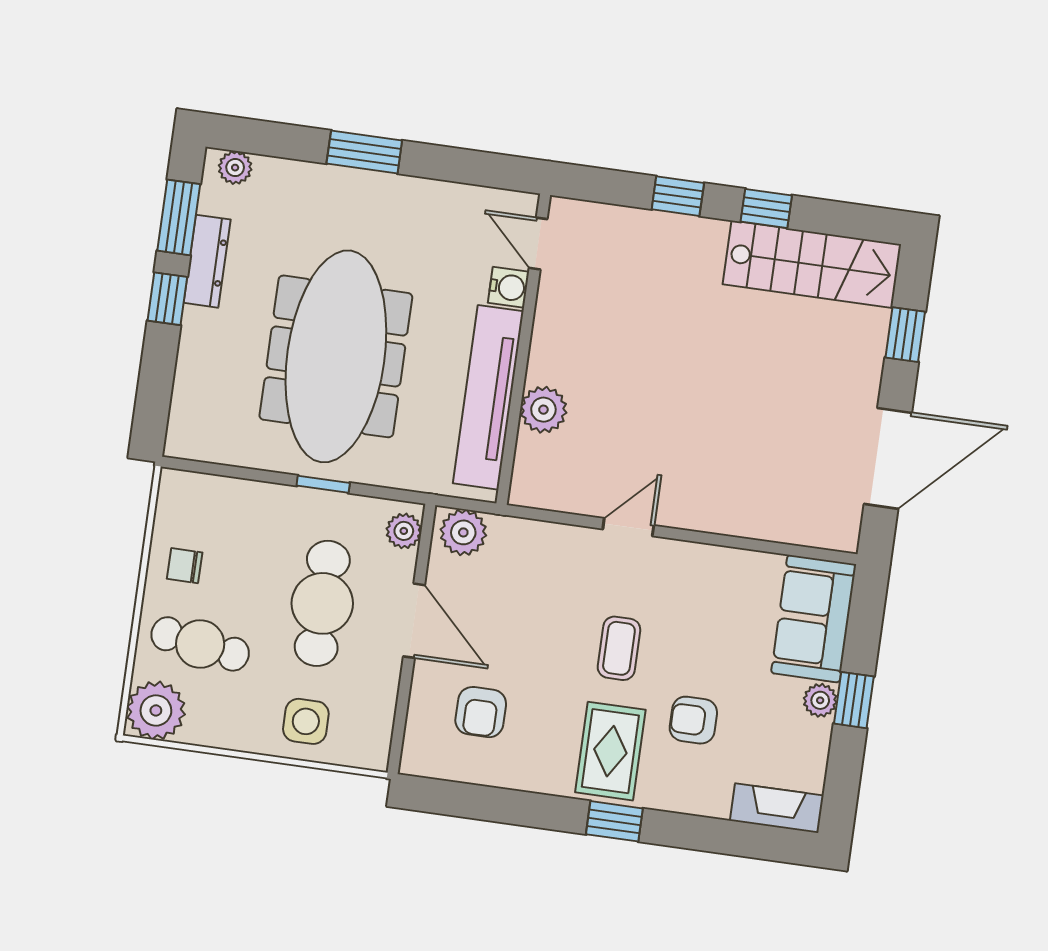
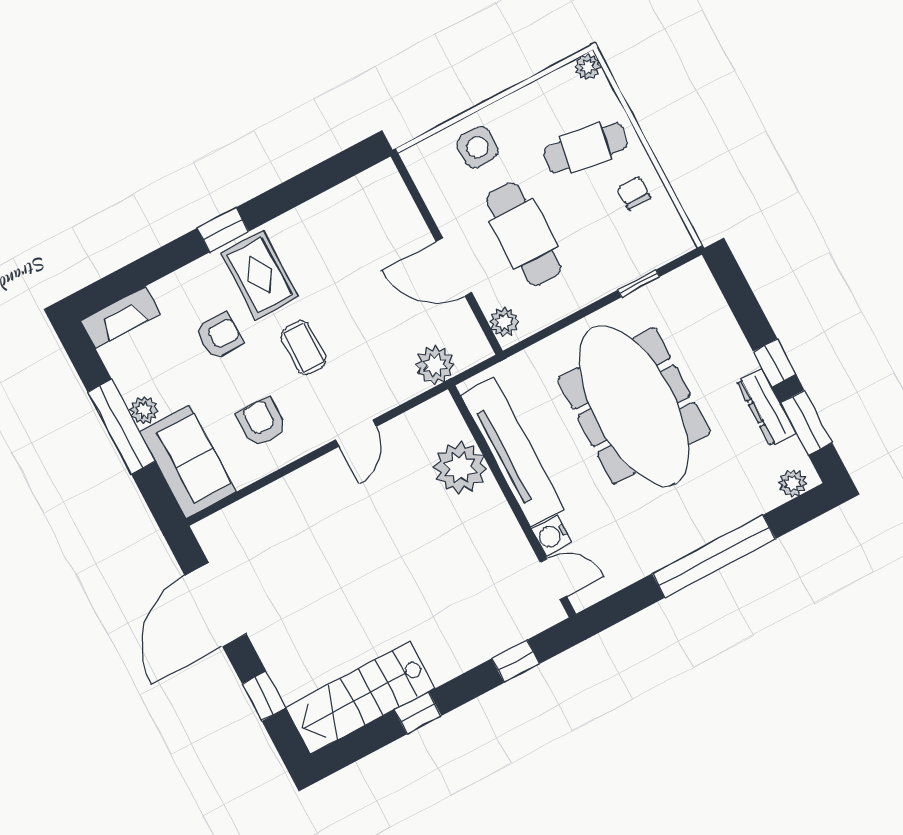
window: (364, 152) -> (714, 556), width x2.11
window: (678, 196) -> (516, 661), moved
plant: (543, 410) -> (460, 468), width x1.36, depth x1.36
window: (323, 484) -> (639, 283), moved
plant: (463, 532) -> (435, 365), moved
chair: (185, 566) -> (634, 193), turned -90
window: (854, 700) -> (121, 427), width x2.17
plant: (156, 710) -> (588, 67), width x0.53, depth x0.53
armchair: (481, 712) -> (262, 422), moved

